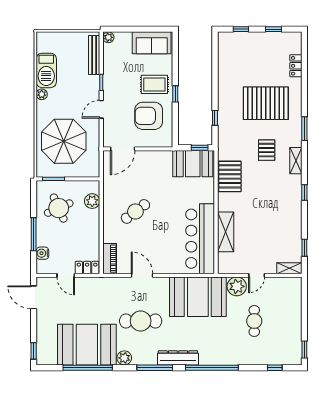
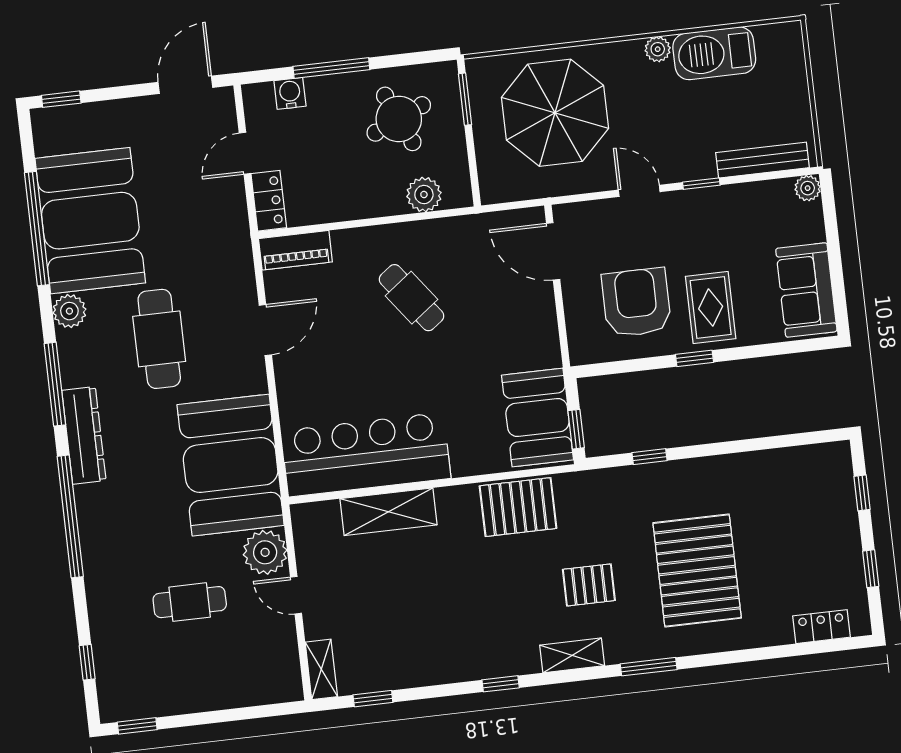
locker: (296, 66) -> (821, 627), moved

